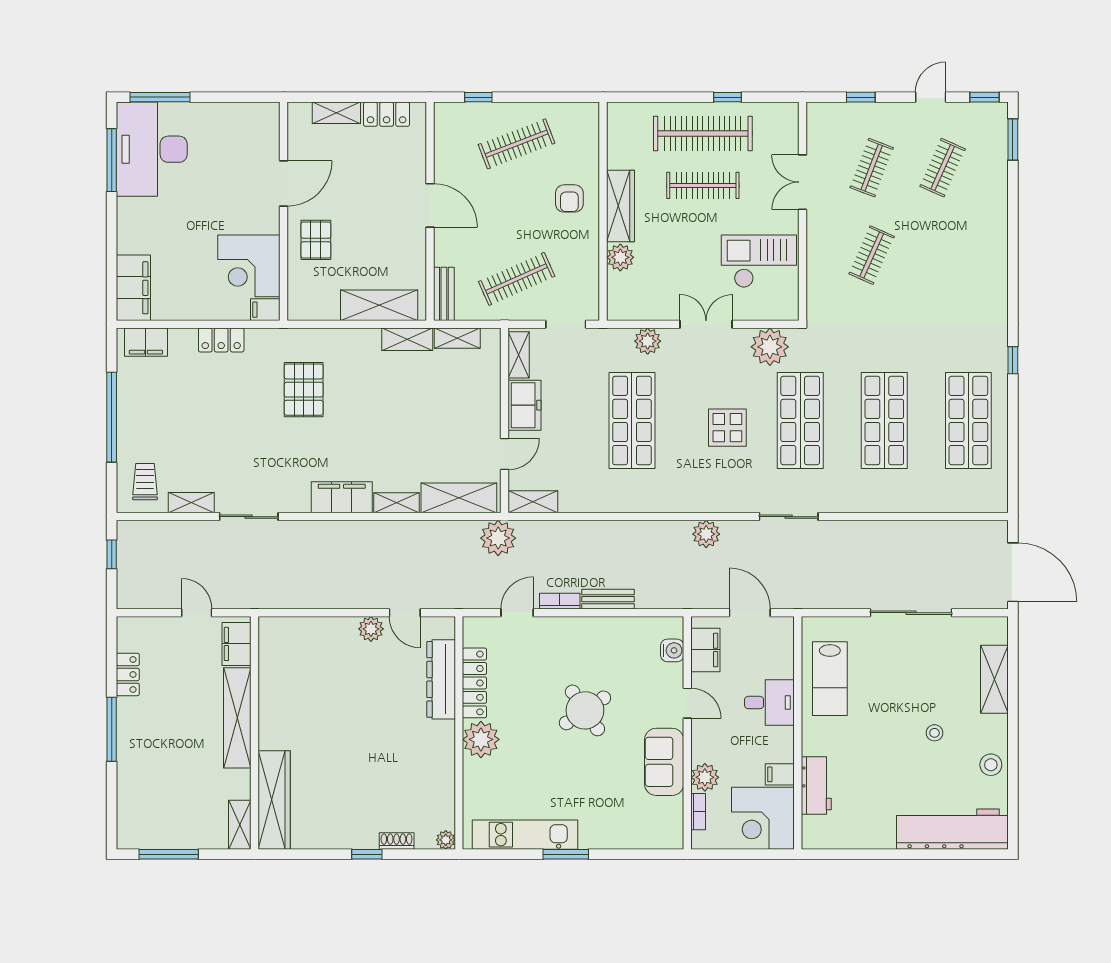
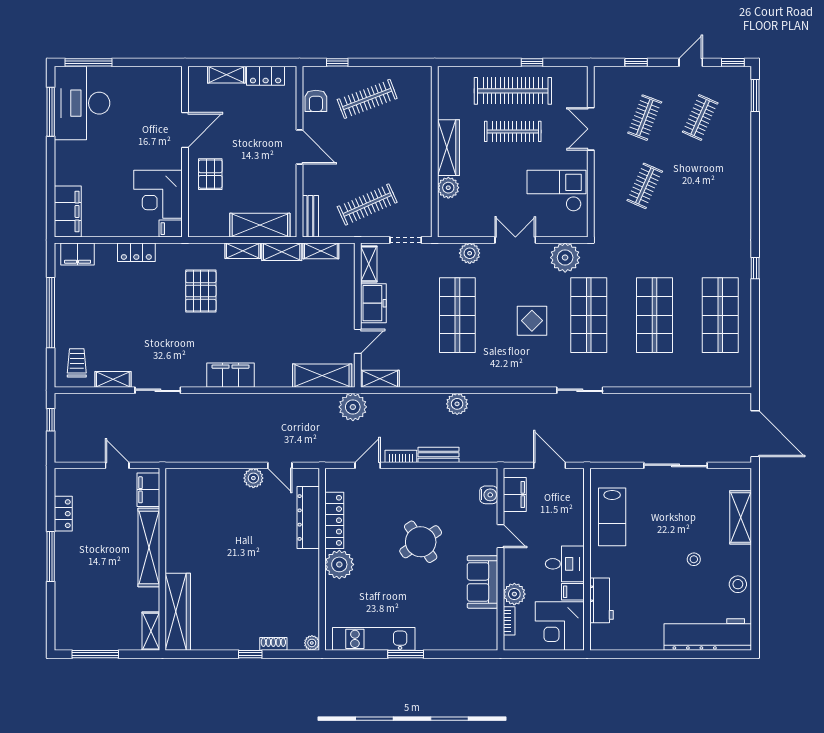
armchair: (569, 198) -> (316, 101), moved
shelving: (397, 503) -> (243, 251), moved
plant: (706, 534) -> (457, 404), moved
desk: (769, 703) -> (565, 564), moved

